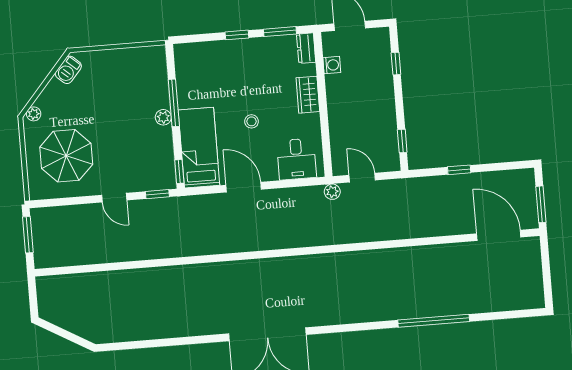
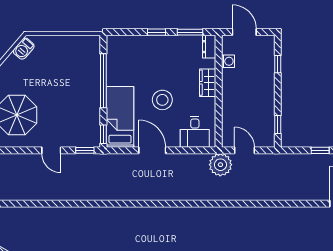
window: (174, 103) -> (103, 81), width x1.46
plant: (163, 117) -> (94, 91), removed
stool: (252, 121) -> (162, 100), width x1.89, depth x1.89
plant: (332, 192) -> (220, 165), width x1.88, depth x1.88

